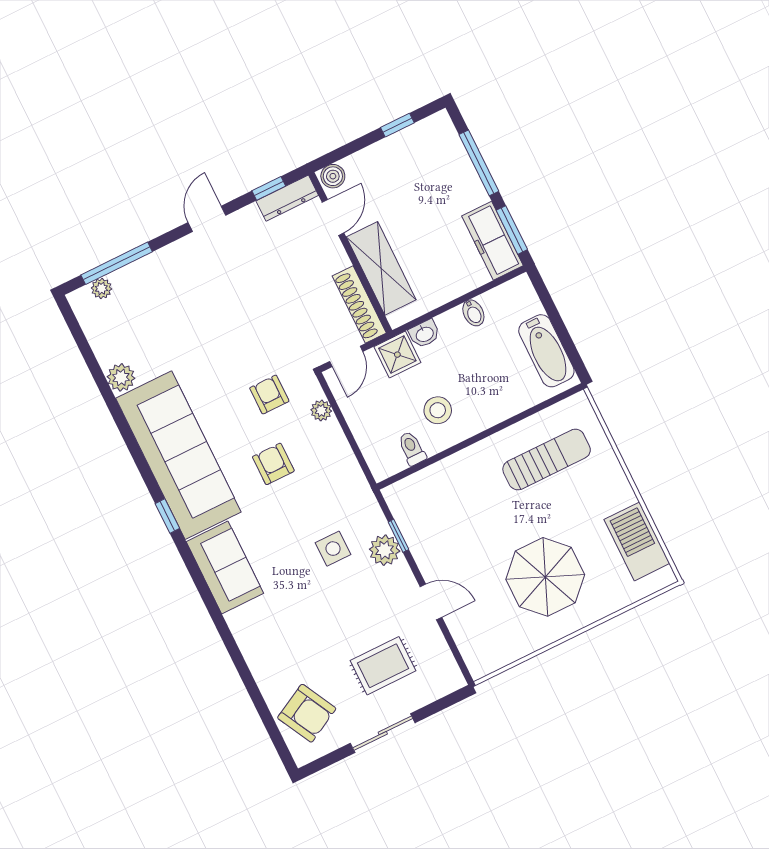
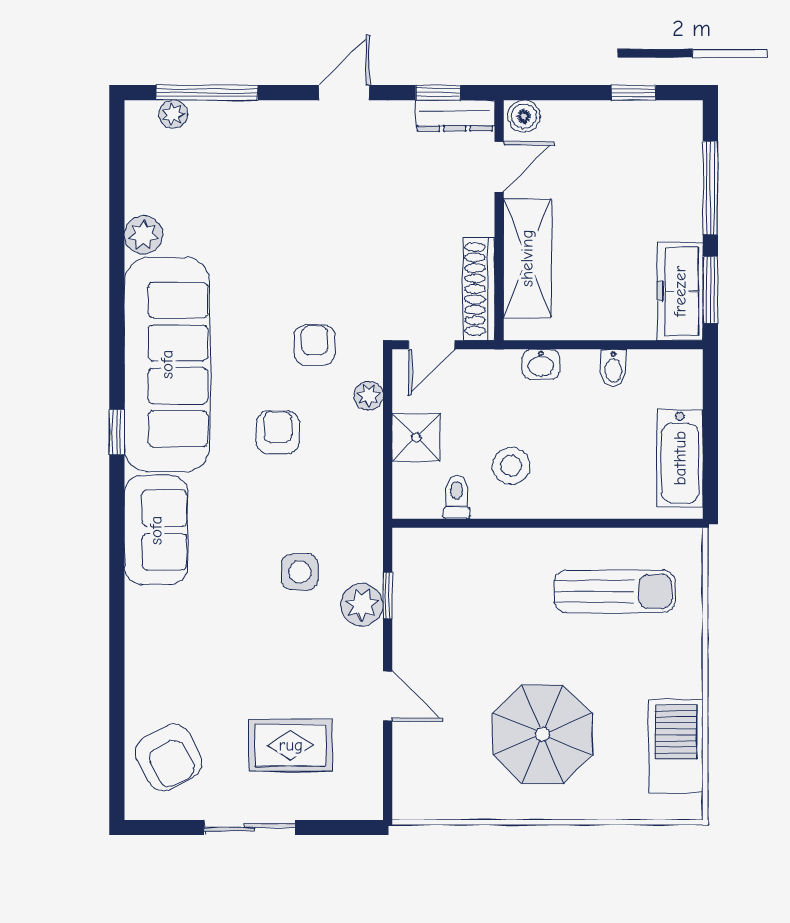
shower: (397, 355) -> (416, 438), moved

